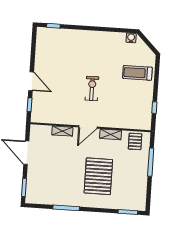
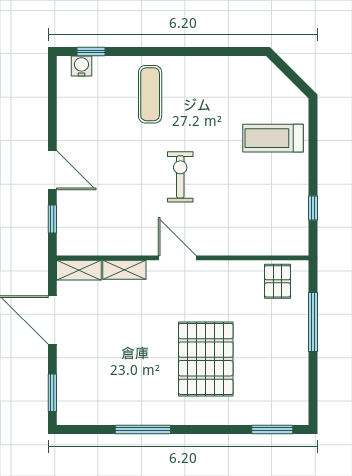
water cooler: (131, 38) -> (81, 66), moved
exercise mat: (80, 48) -> (150, 94), added
door: (88, 127) -> (177, 258), swing flipped
shelving: (111, 134) -> (79, 270), moved

